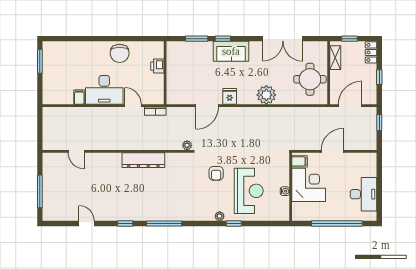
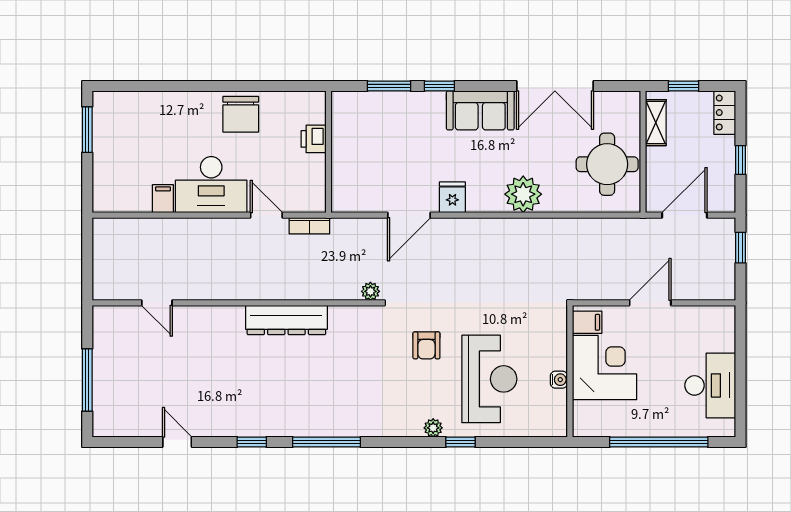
sofa: (231, 51) -> (480, 110), moved

